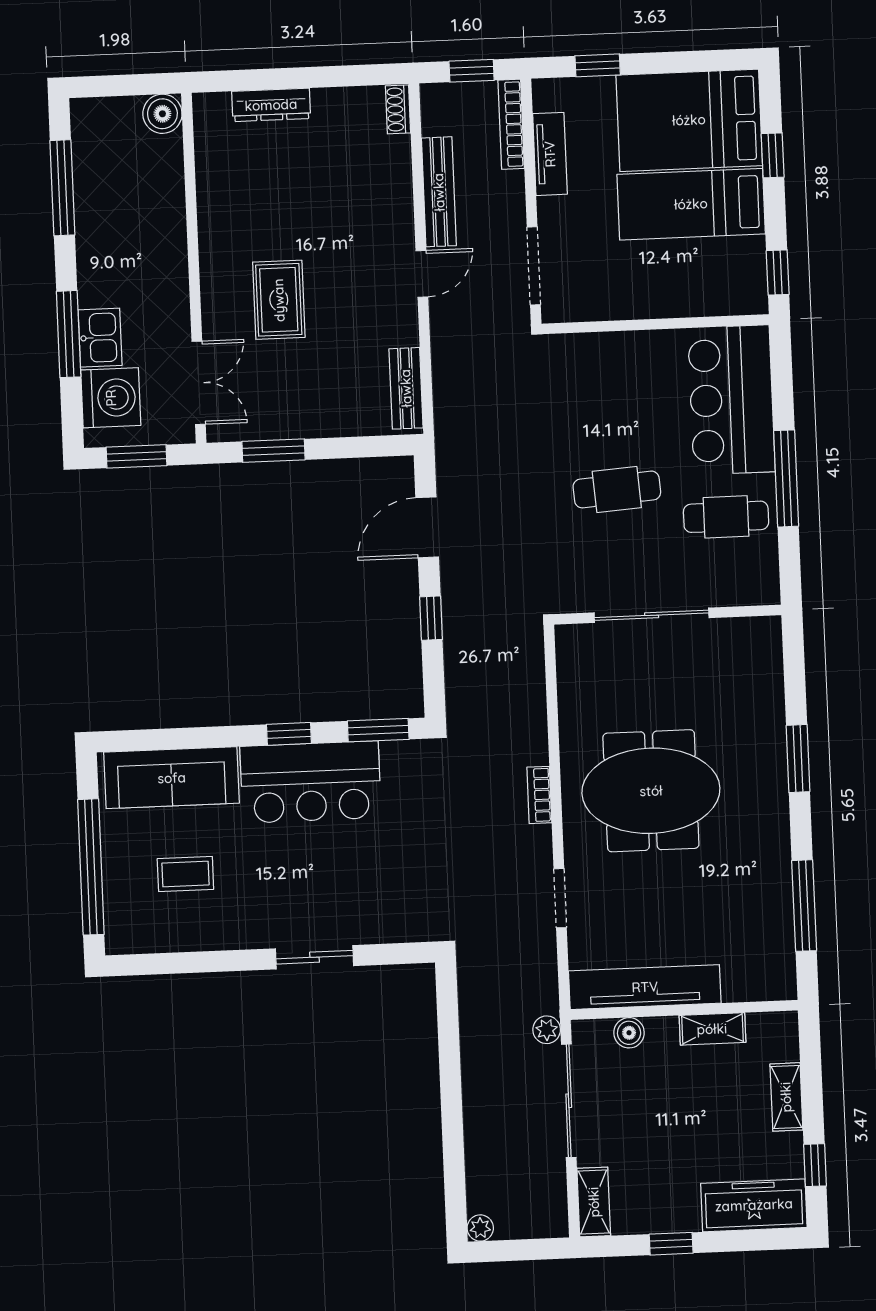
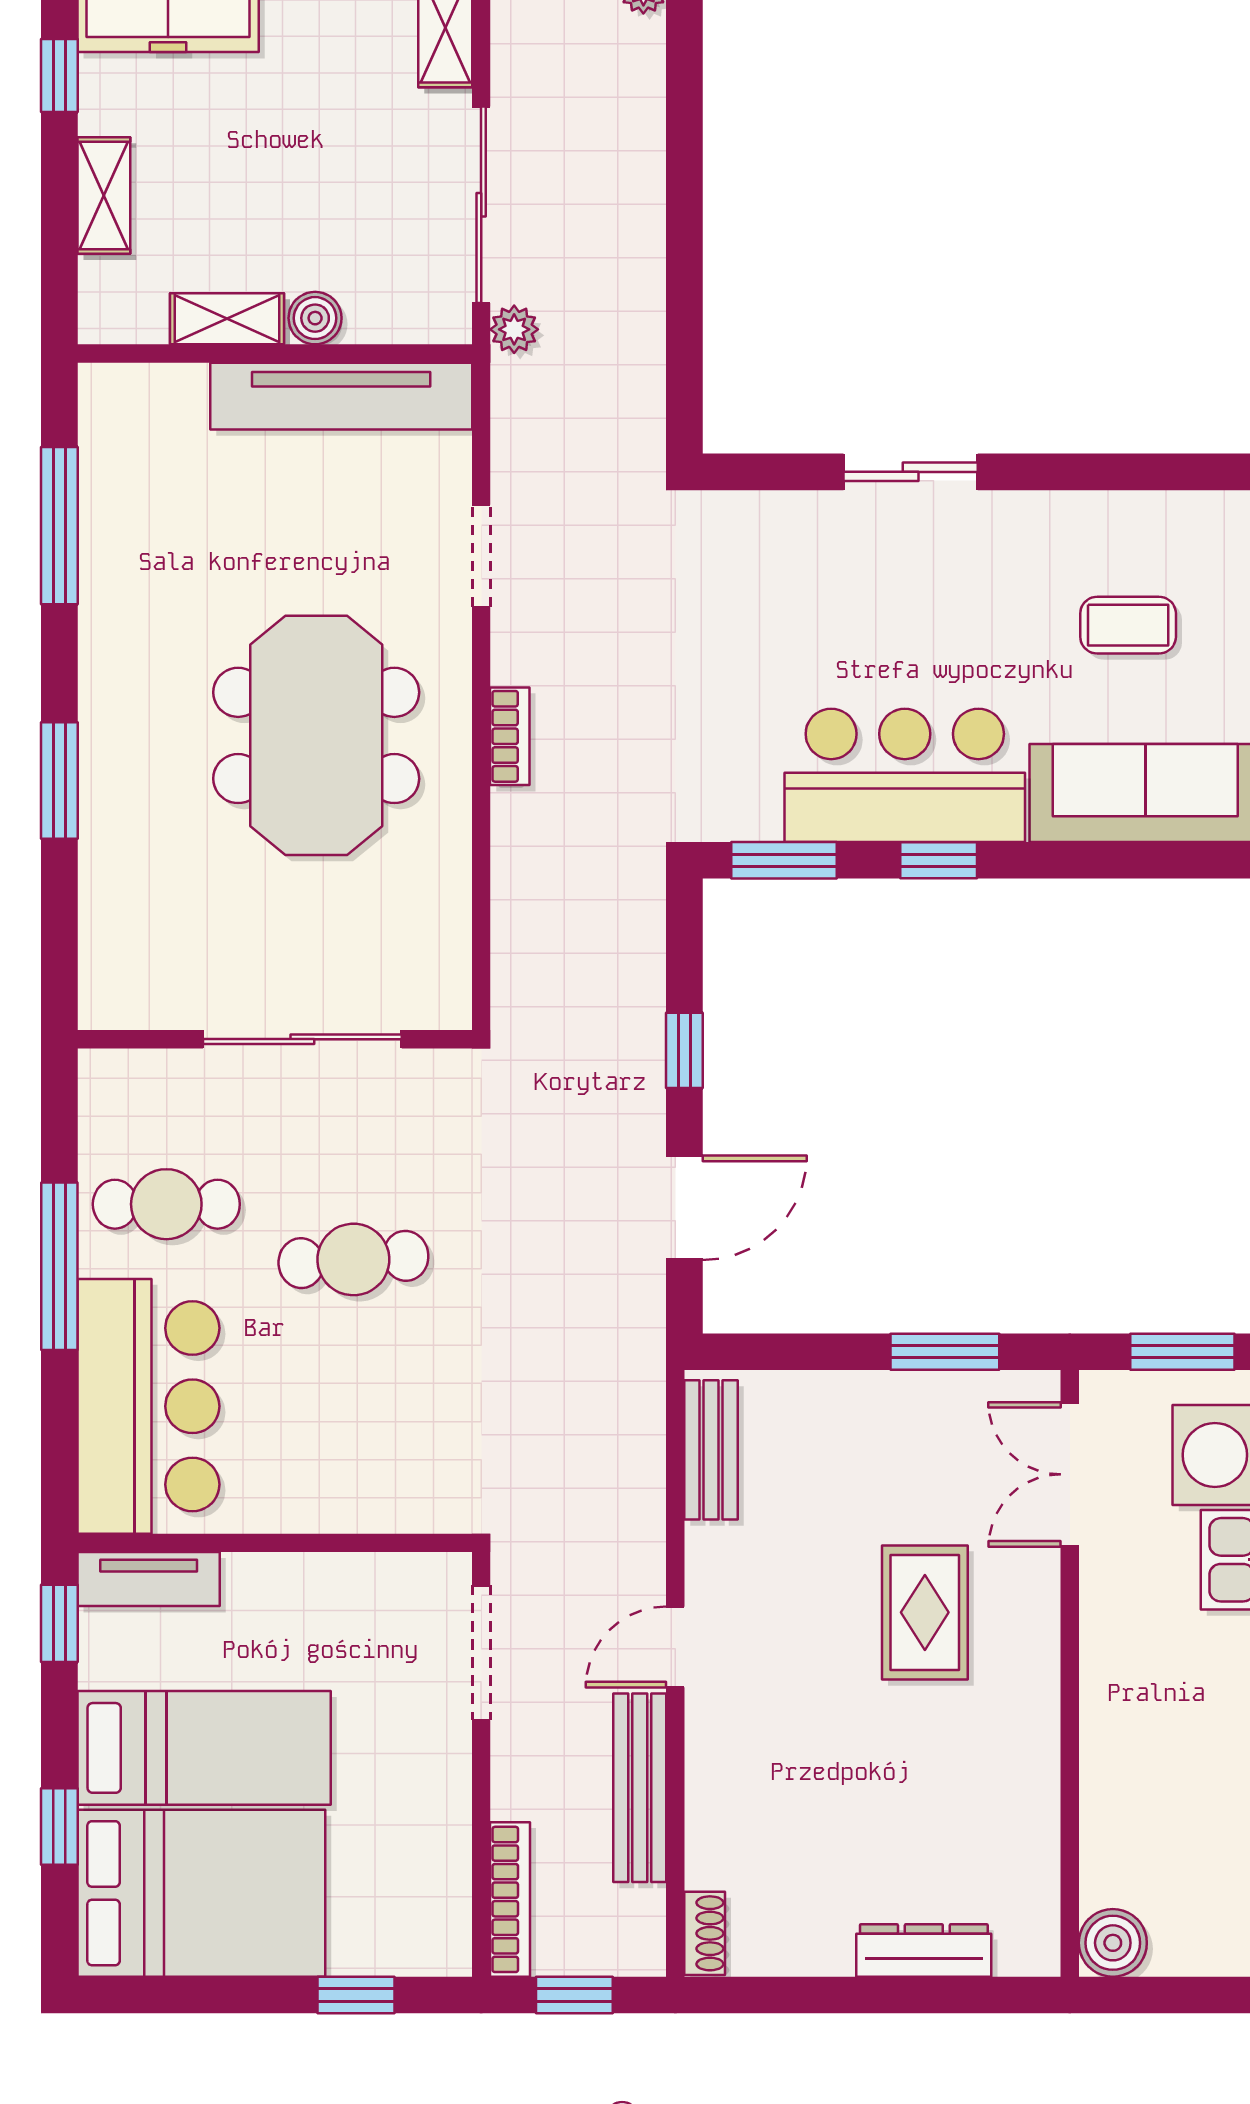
tv unit: (550, 154) -> (149, 1579), moved, turned -90
meeting table: (651, 791) -> (316, 735), turned 90
boiler: (629, 1033) -> (315, 318), moved

